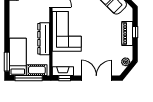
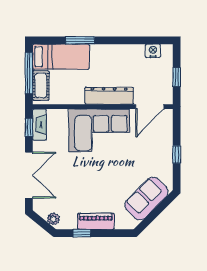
window: (135, 32) -> (82, 233), moved
dresser: (44, 39) -> (109, 96), moved
window: (7, 62) -> (80, 40), moved

